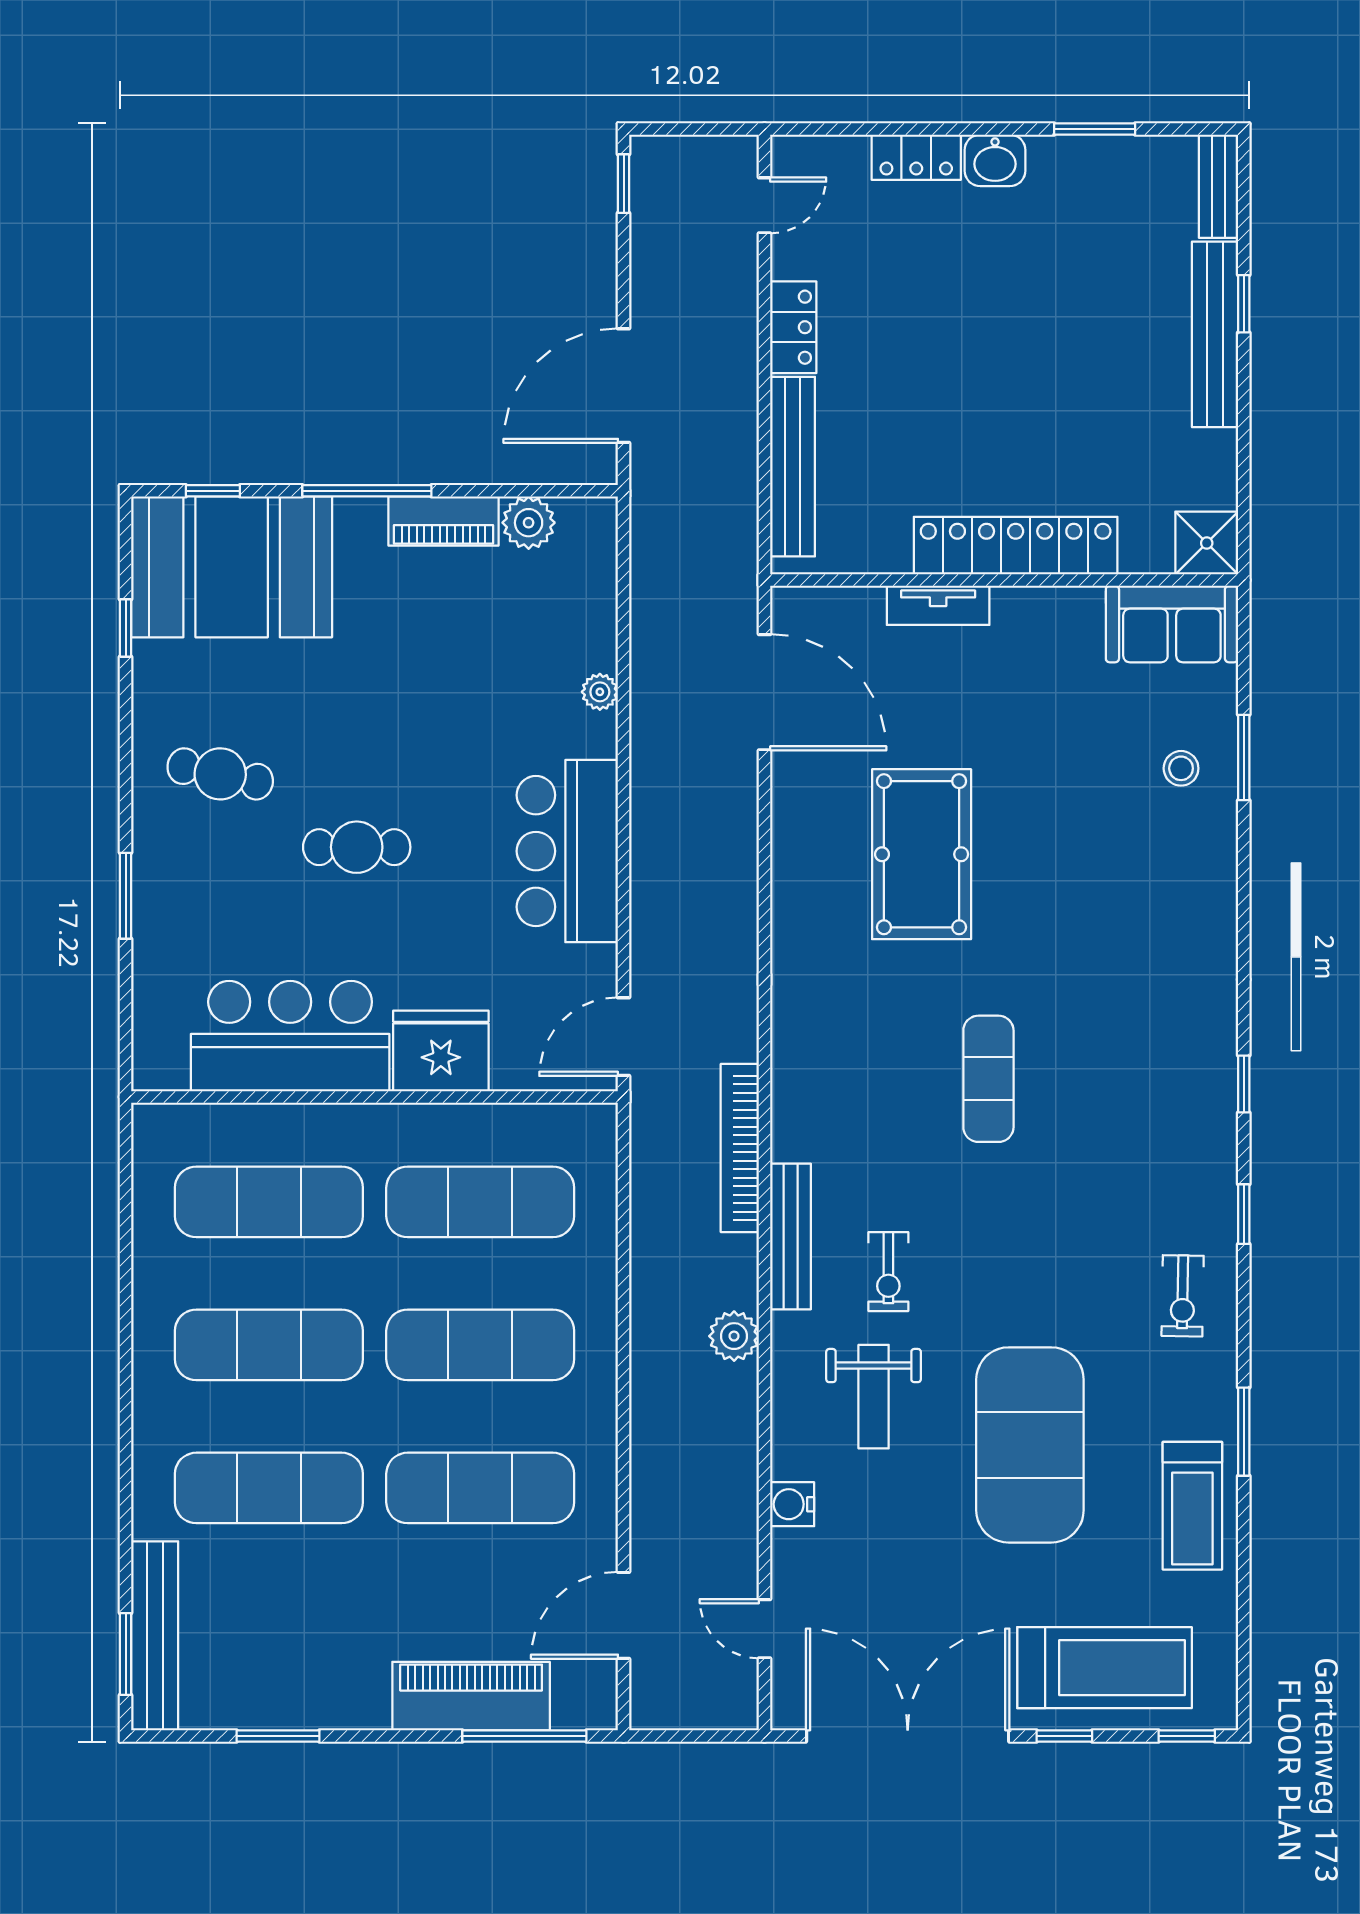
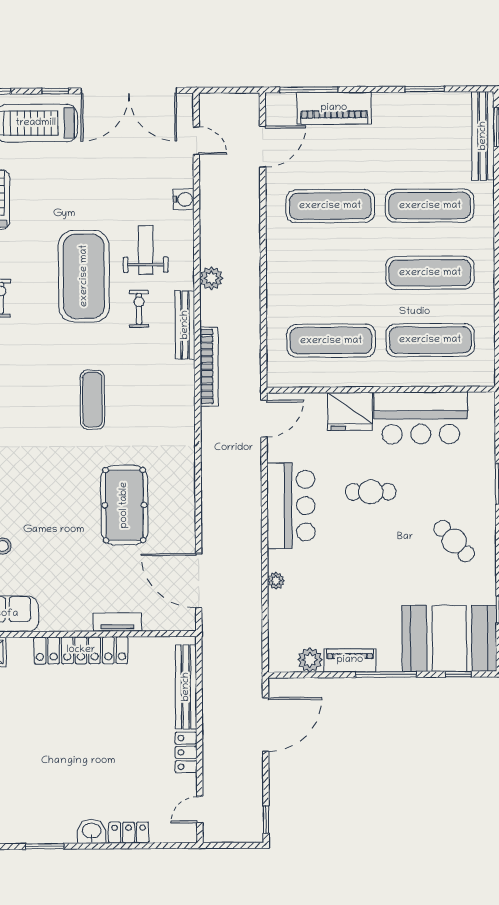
cafe table: (220, 774) -> (454, 541), turned 35
cafe table: (357, 847) -> (371, 492), moved
exercise mat: (480, 1345) -> (331, 273), removed
exercise mat: (1030, 1445) -> (84, 276), moved

